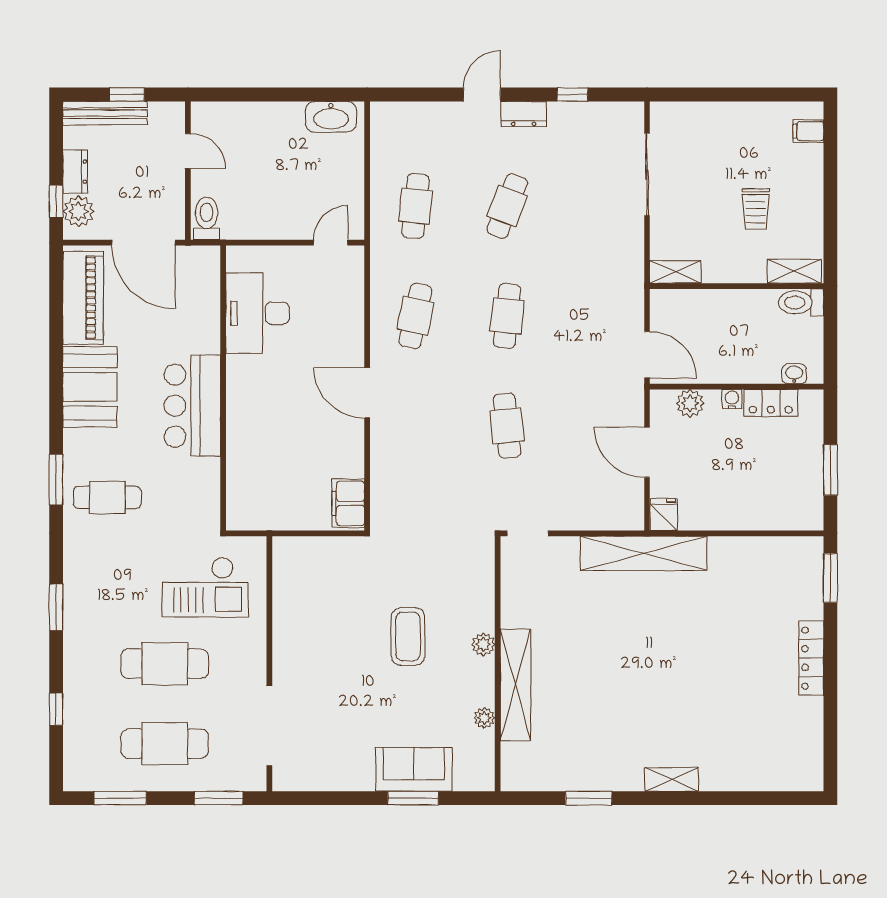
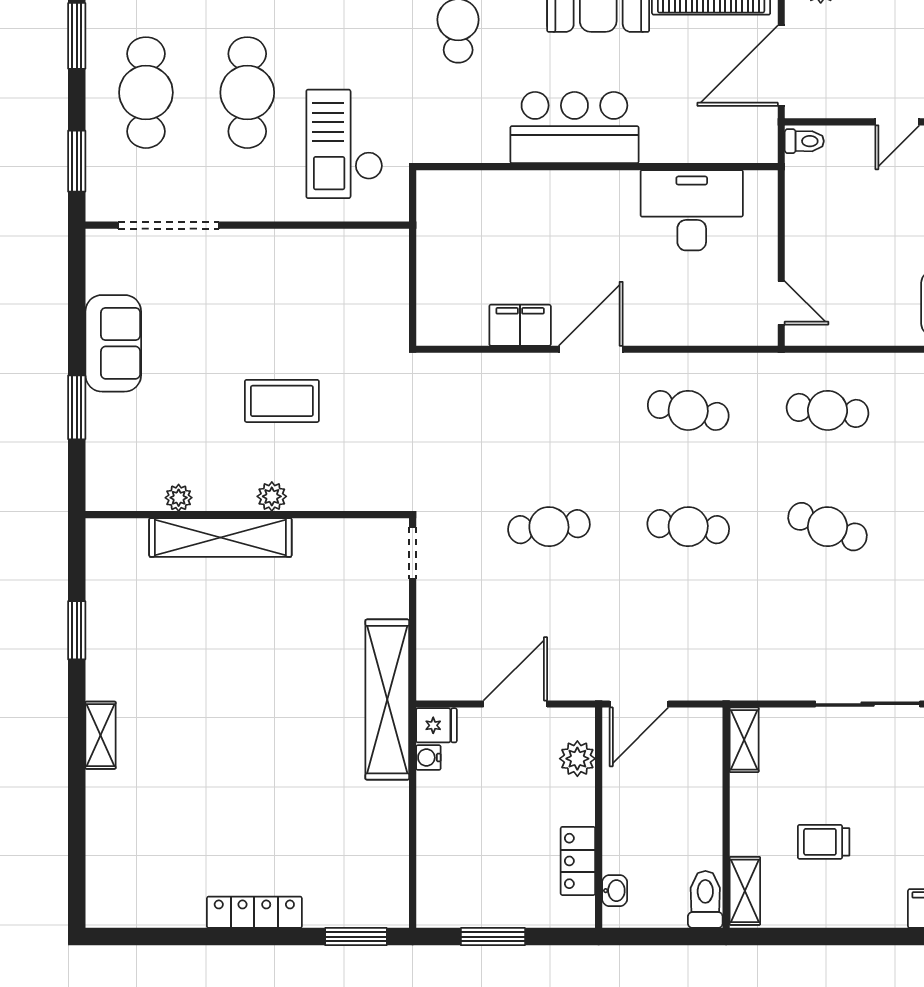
toilet: (207, 218) -> (804, 141), width x0.73, depth x0.72
water cooler: (732, 399) -> (428, 758), moved, turned 180
filing cabinet: (348, 503) -> (520, 325), moved
sofa: (414, 769) -> (113, 343), moved

